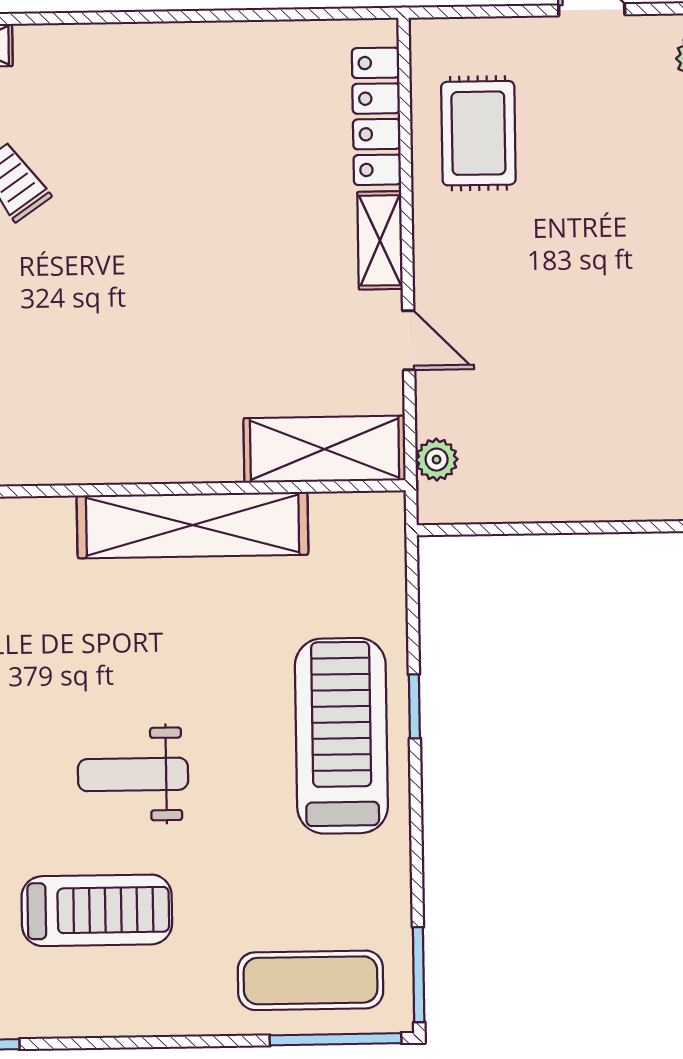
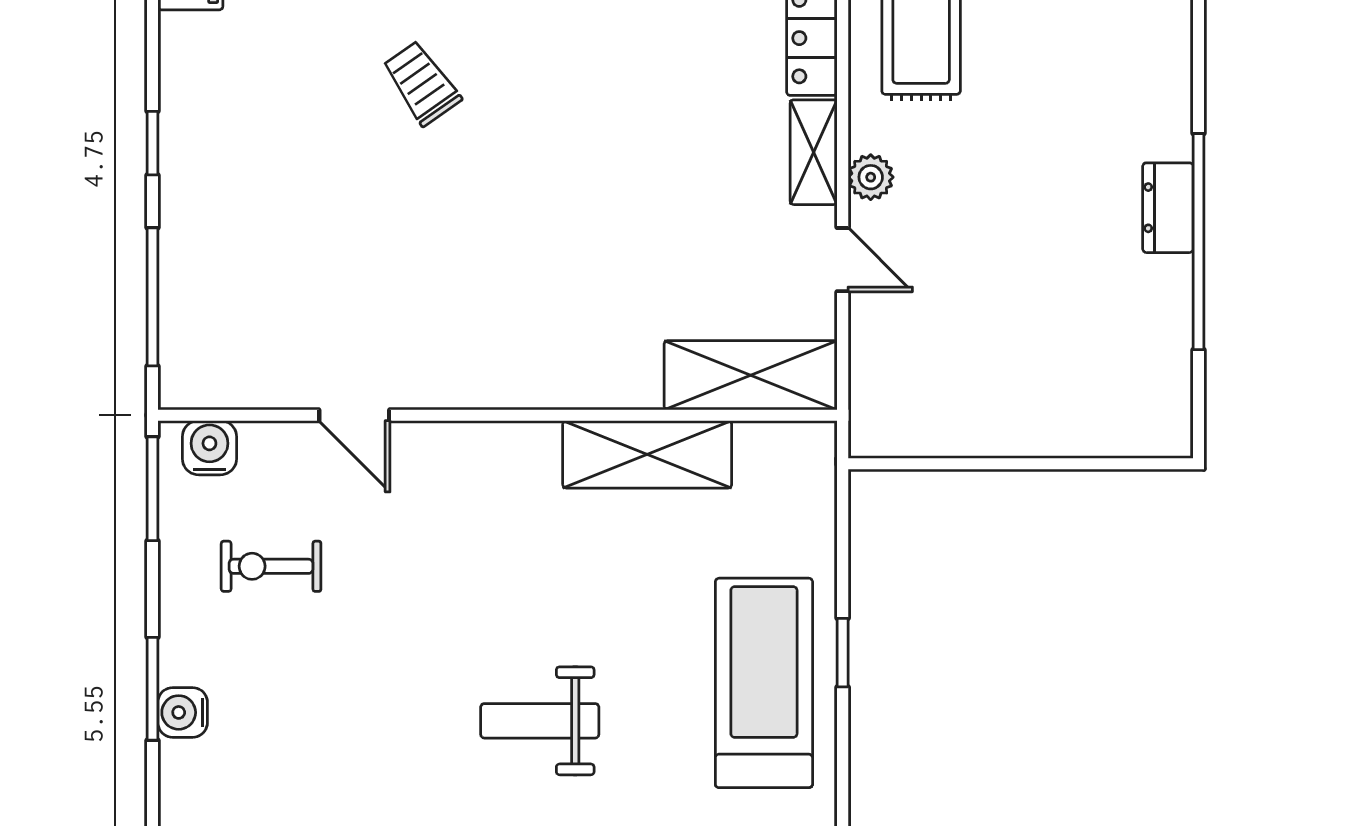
plant: (437, 460) -> (871, 177), moved
shelving: (193, 525) -> (647, 454), width x0.68

